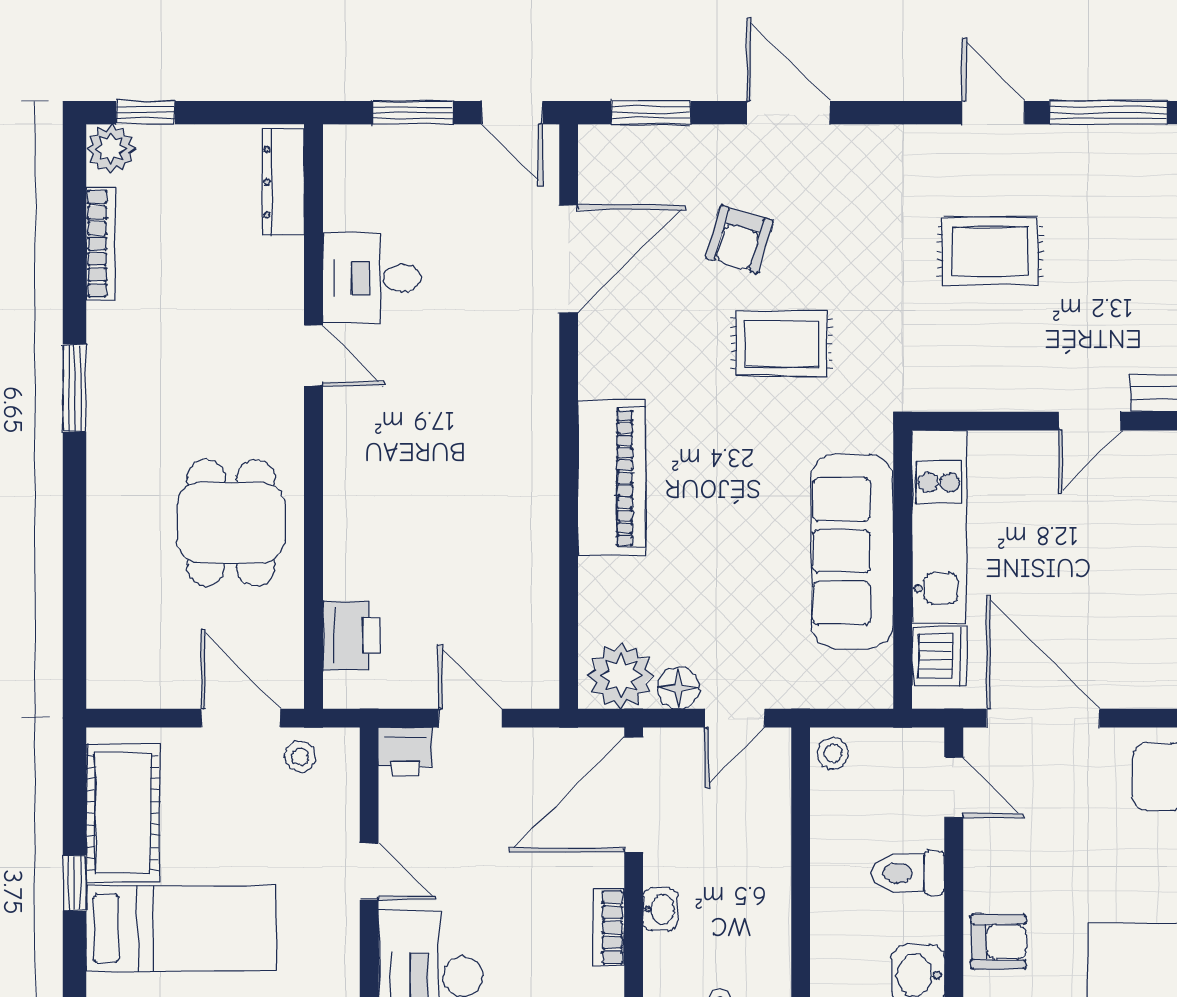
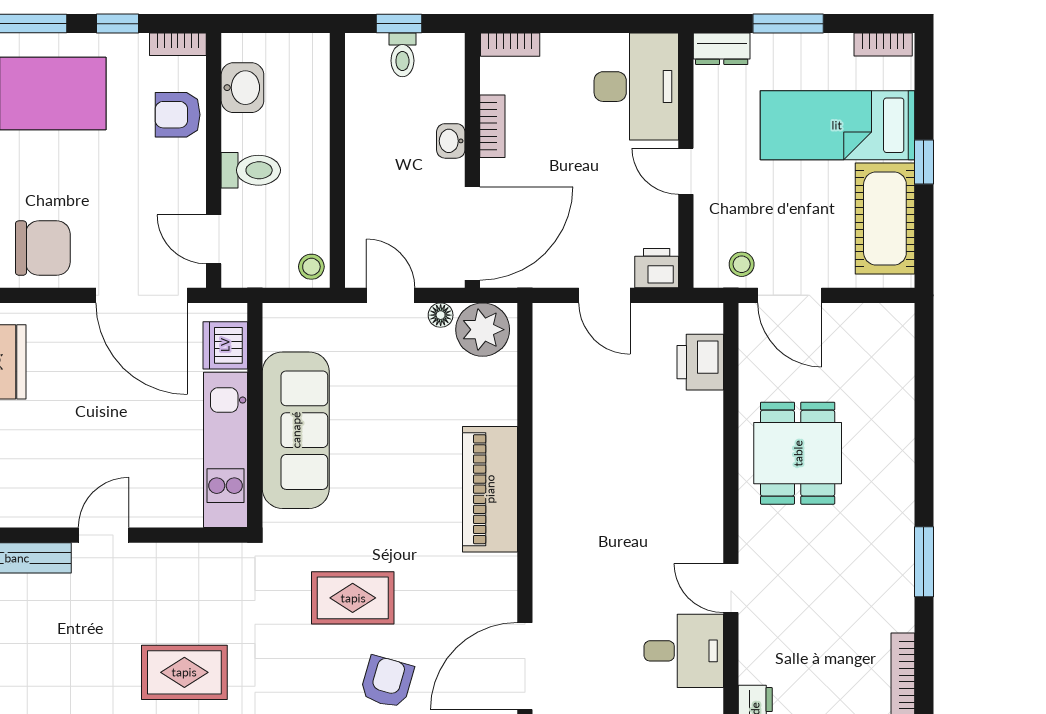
floor lamp: (679, 688) -> (441, 315), width x0.73, depth x0.73
door: (735, 718) -> (391, 295), hinge flipped

